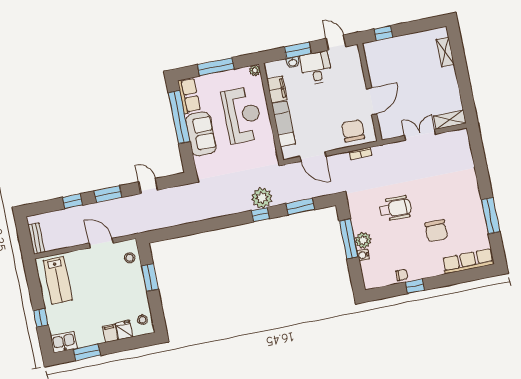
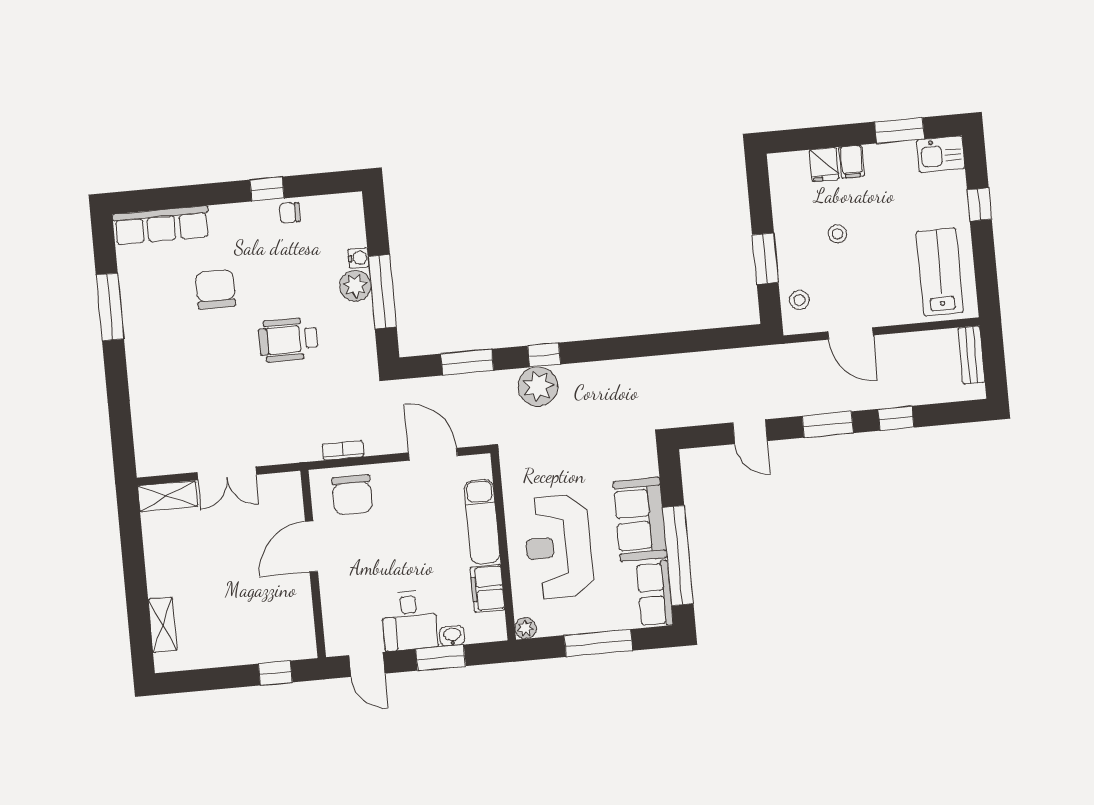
stool: (142, 320) -> (837, 234), moved

